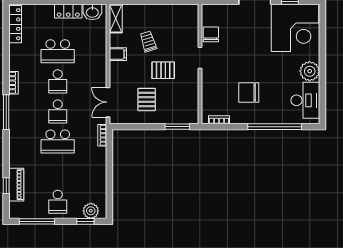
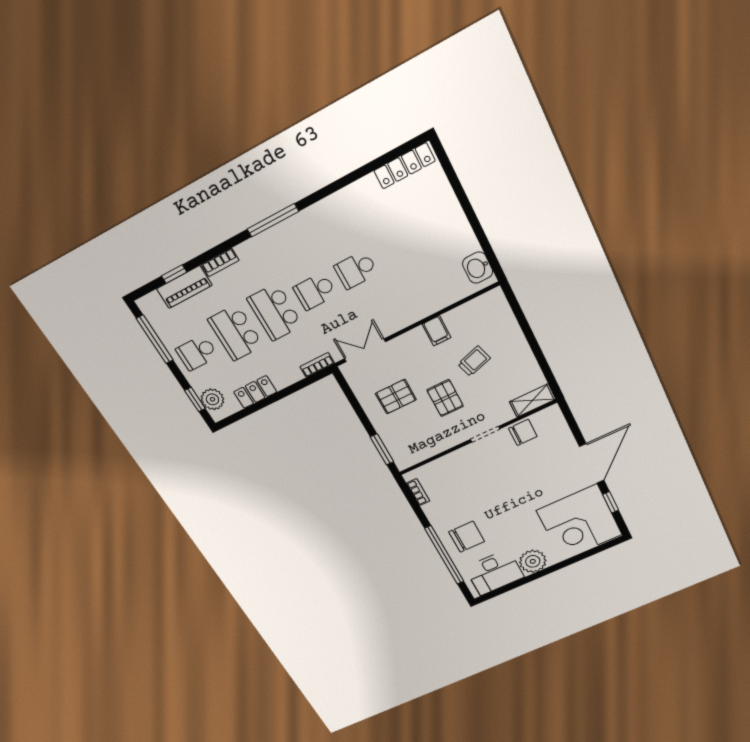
locker: (68, 11) -> (255, 392), moved, turned 90
shelving: (116, 19) -> (533, 400), moved
school desk: (58, 51) -> (236, 333), moved
bookcase: (13, 83) -> (220, 262), moved
chair: (249, 92) -> (467, 537), moved, turned 90

